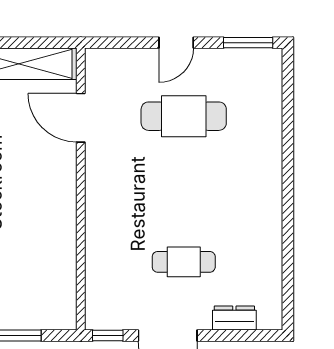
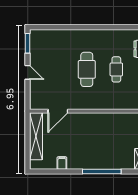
cafe table: (184, 116) -> (87, 69), moved

